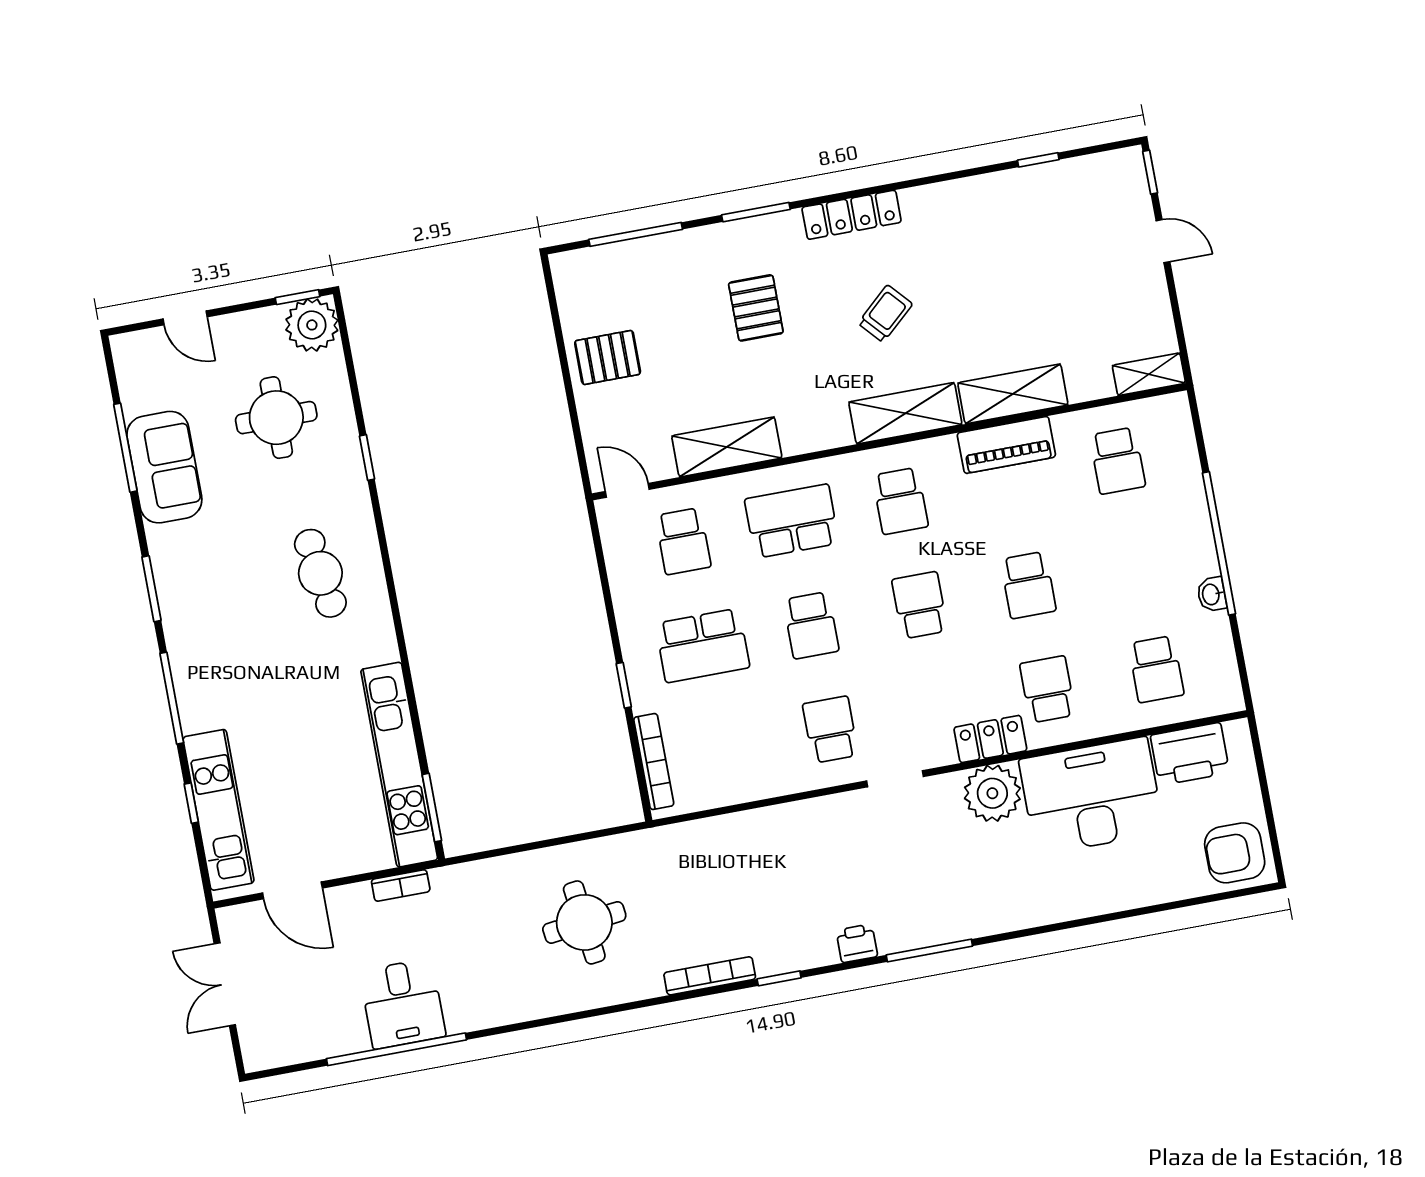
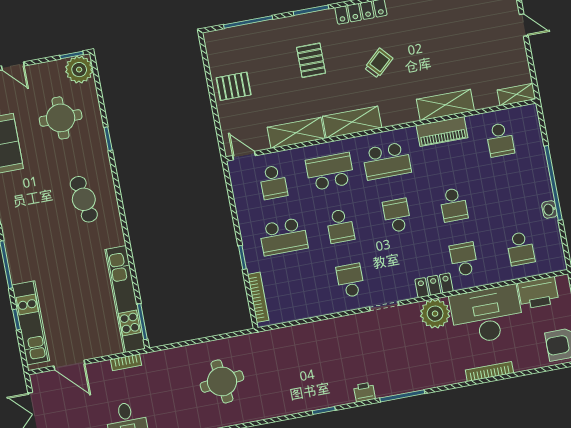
shelving: (905, 413) -> (352, 122), moved
school desk: (900, 501) -> (387, 161), width x1.85
bookcase: (710, 976) -> (489, 371), moved

